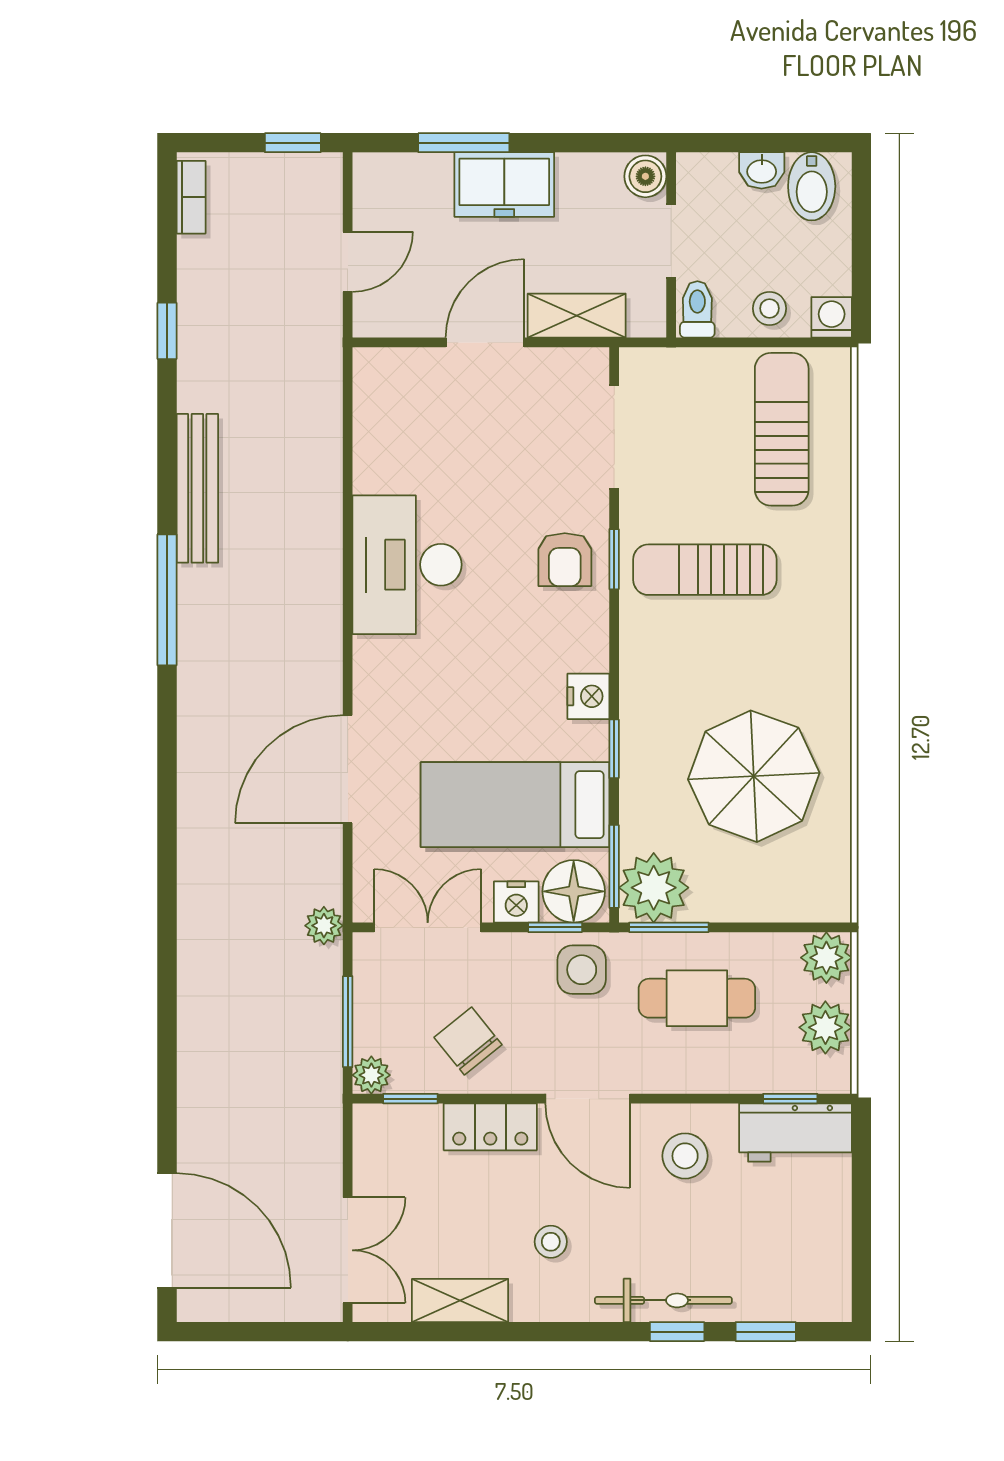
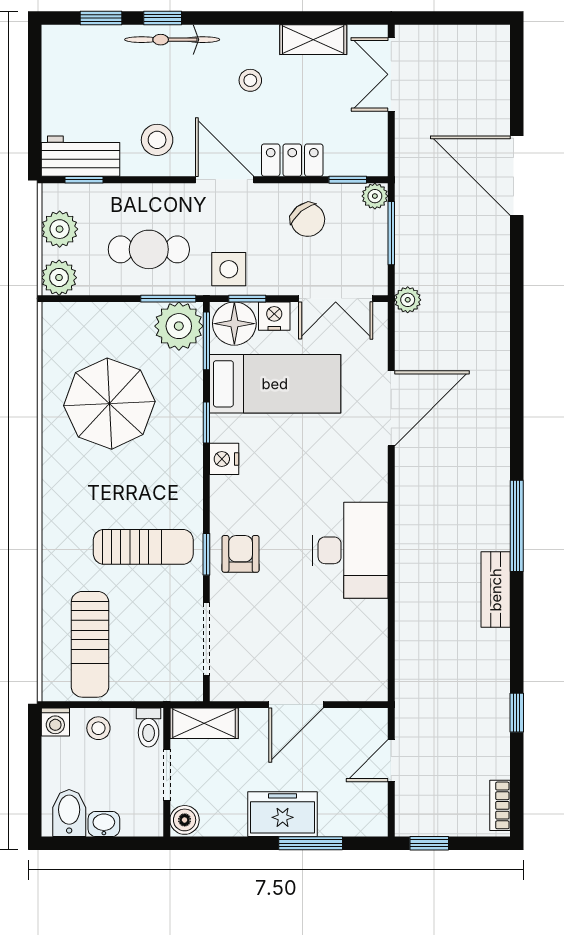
shelving: (577, 316) -> (204, 723), moved
bench: (197, 488) -> (496, 590), width x0.73
door: (167, 1230) -> (517, 176), moved

